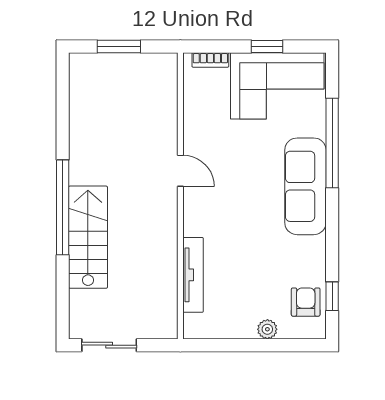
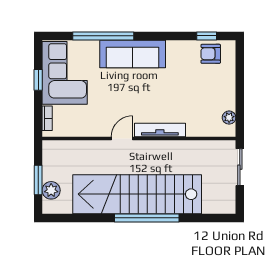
plant: (104, 66) -> (51, 190), added
stairs: (88, 237) -> (137, 194), width x1.86, depth x1.51
tv unit: (193, 275) -> (160, 130), moved
plant: (267, 329) -> (229, 118), moved
sliding door: (109, 345) -> (240, 167), moved

